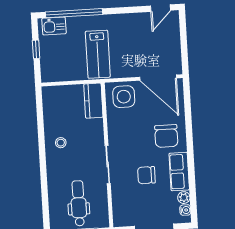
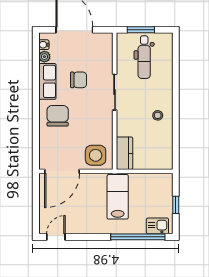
door: (158, 78) -> (62, 171), swing flipped

